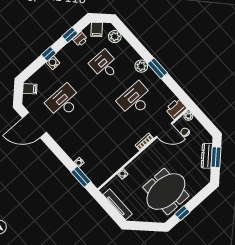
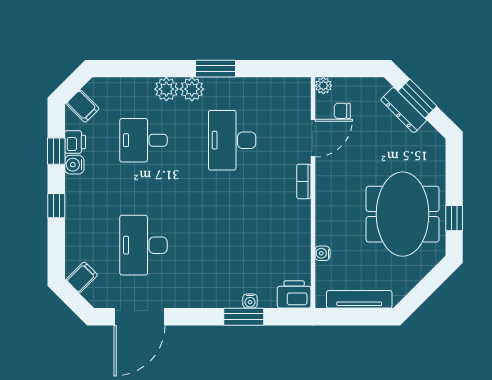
plant: (115, 37) -> (166, 89), moved
water cooler: (53, 63) -> (74, 165), moved
printer: (176, 109) -> (294, 294), moved, turned 90
window: (81, 177) -> (244, 317), moved

